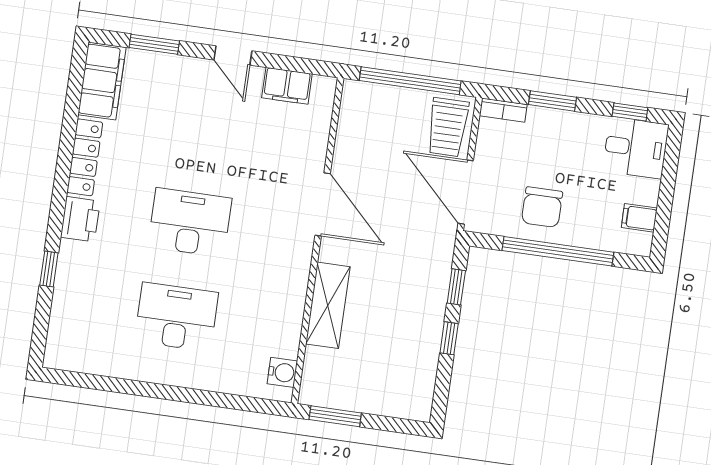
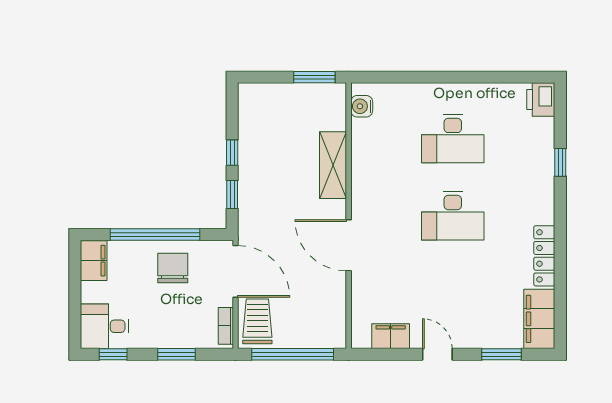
bookcase: (503, 110) -> (226, 326), moved, turned -90
filing cabinet: (639, 218) -> (94, 261), width x2.00
printer: (80, 219) -> (541, 99), moved

